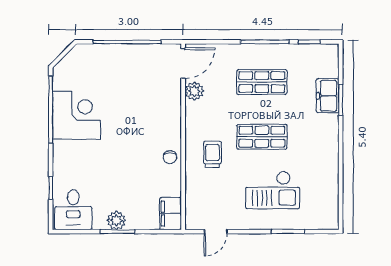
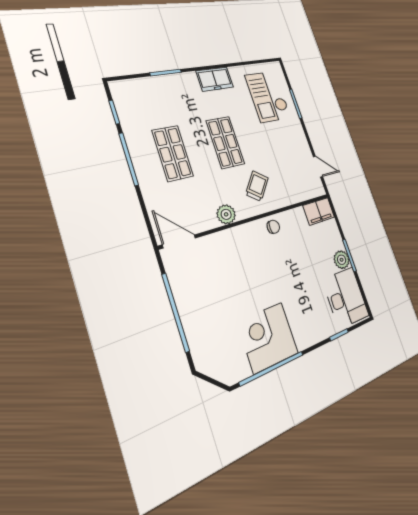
plant: (194, 91) -> (226, 214), moved
freezer: (328, 96) -> (215, 79), moved
trolley: (212, 154) -> (257, 186), turned 128
checkout: (273, 190) -> (268, 97), moved, turned 180
desk: (73, 210) -> (346, 298), width x1.37

